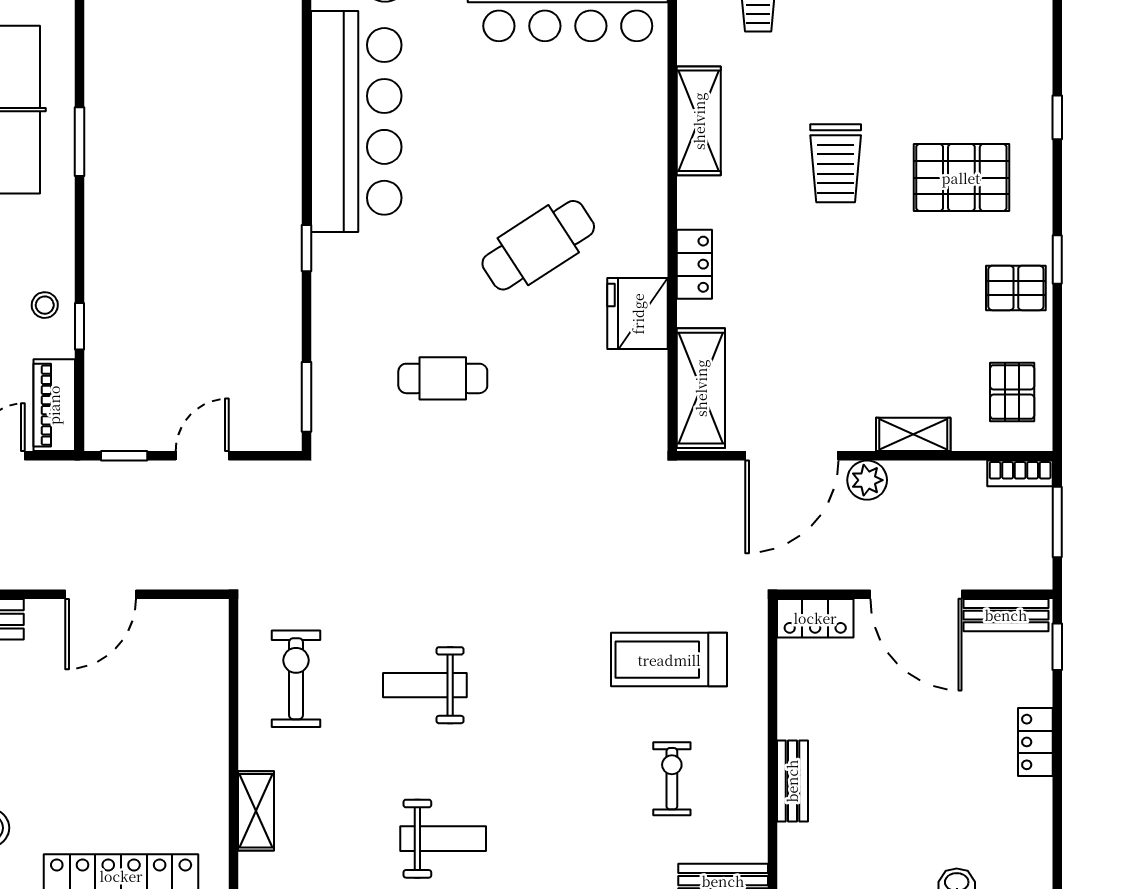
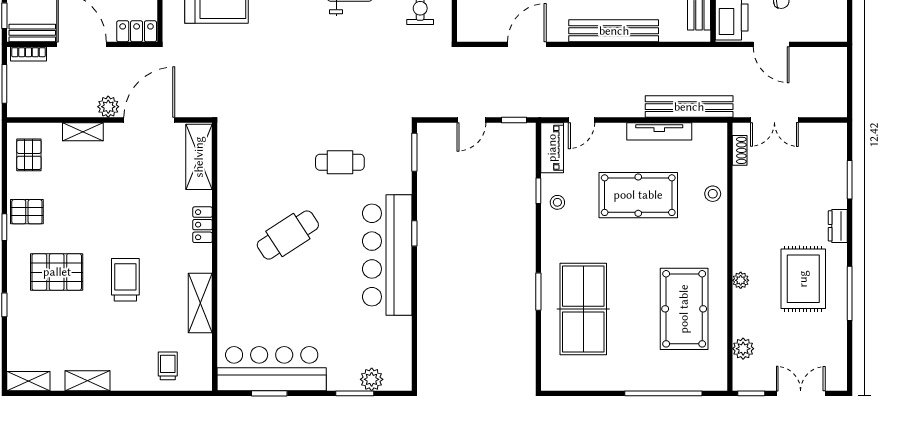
bar counter: (356, 121) -> (387, 255), moved
fridge: (638, 314) -> (234, 198), removed
bookcase: (1020, 473) -> (29, 54), moved, turned 180

